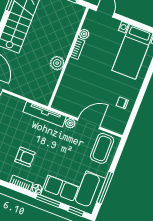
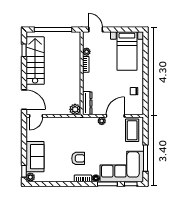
plant: (57, 63) -> (75, 109), moved
dresser: (61, 95) -> (87, 103), added
tv unit: (45, 114) -> (80, 121), removed

